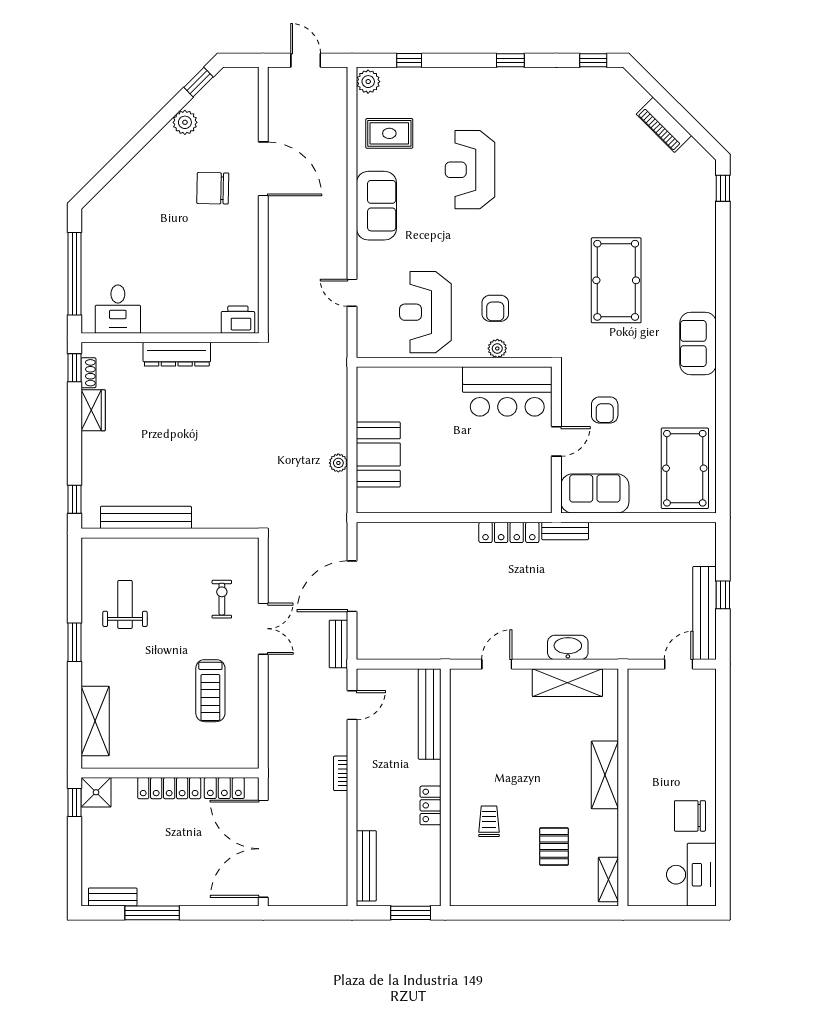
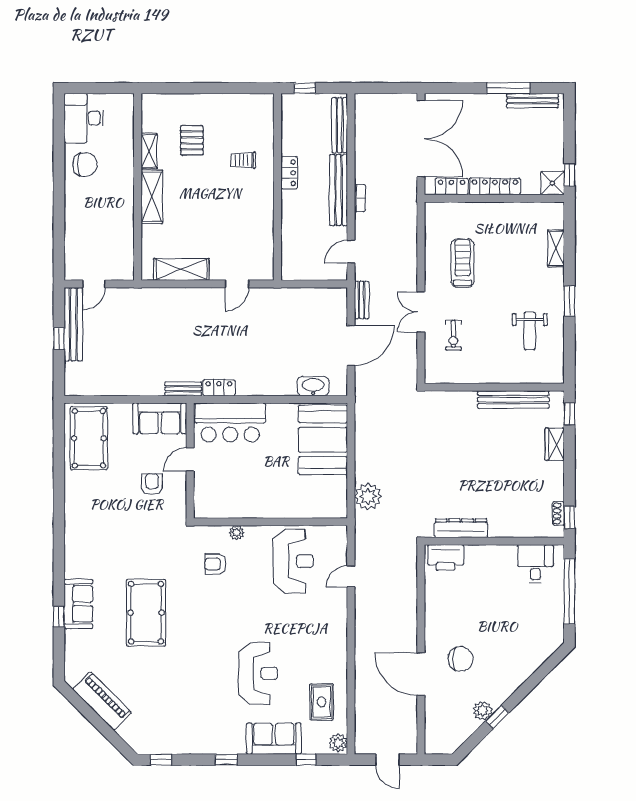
window: (199, 82) -> (497, 717), moved
piano: (664, 125) -> (102, 701), width x1.37, depth x1.33
rug: (389, 133) -> (322, 702), turned 90
window: (723, 188) -> (59, 617), moved
sofa: (376, 206) -> (274, 739), moved, turned 90
pool table: (616, 280) -> (146, 613), moved
door: (352, 293) -> (351, 576), swing flipped
armchair: (495, 308) -> (216, 564), moved, turned -90
printer: (238, 320) -> (446, 557), width x1.37, depth x1.19
sofa: (698, 343) -> (78, 604), moved
dresser: (177, 354) -> (461, 528), moved
bar counter: (507, 391) -> (230, 422), moved, turned 180
wardrobe: (93, 410) -> (555, 444), moved
booth: (378, 455) -> (323, 440), width x1.36, depth x1.42
plant: (338, 463) -> (368, 496), moved, width x1.88, depth x1.88
locker: (509, 532) -> (219, 388), width x0.66
washbasin: (568, 647) -> (313, 386), moved, turned 180
bench: (430, 714) -> (339, 190), moved
shelving: (95, 721) -> (556, 248), width x0.67, depth x0.75
trolley: (489, 821) -> (243, 160), turned 90
shelving: (608, 880) -> (149, 151), moved
bench: (113, 897) -> (533, 101), width x1.36
window: (411, 913) -> (305, 88), width x0.67

